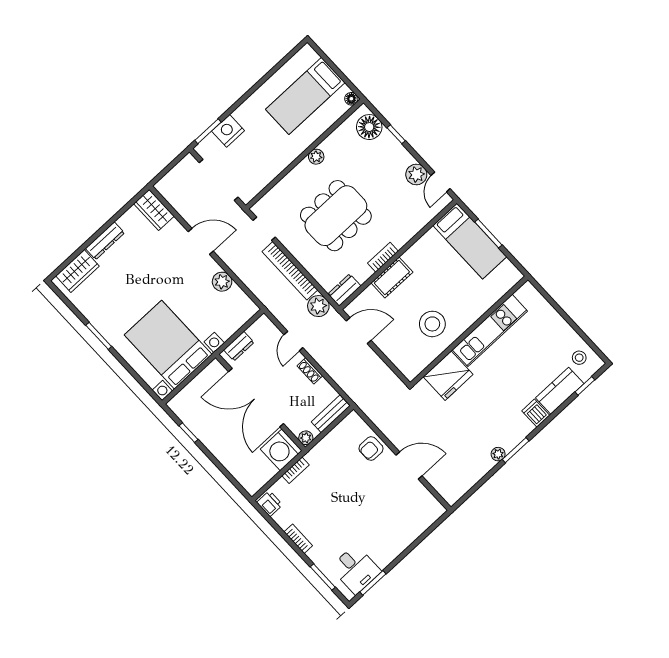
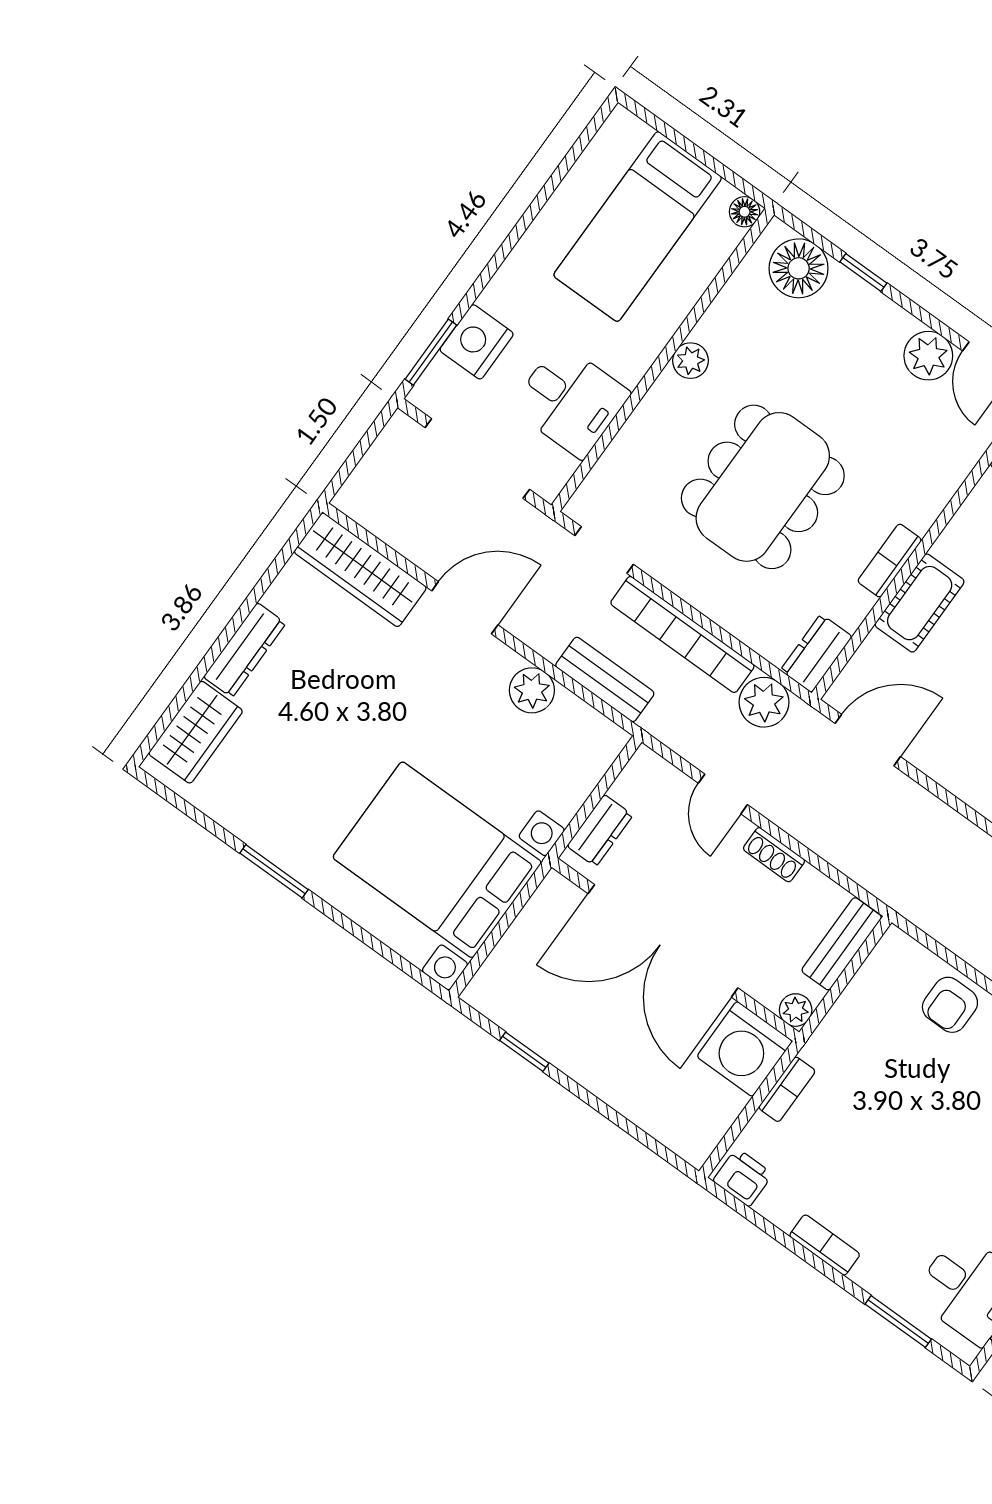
desk: (262, 163) -> (570, 400), added
wardrobe: (154, 210) -> (360, 570), width x1.50
bench: (254, 283) -> (605, 679), added

